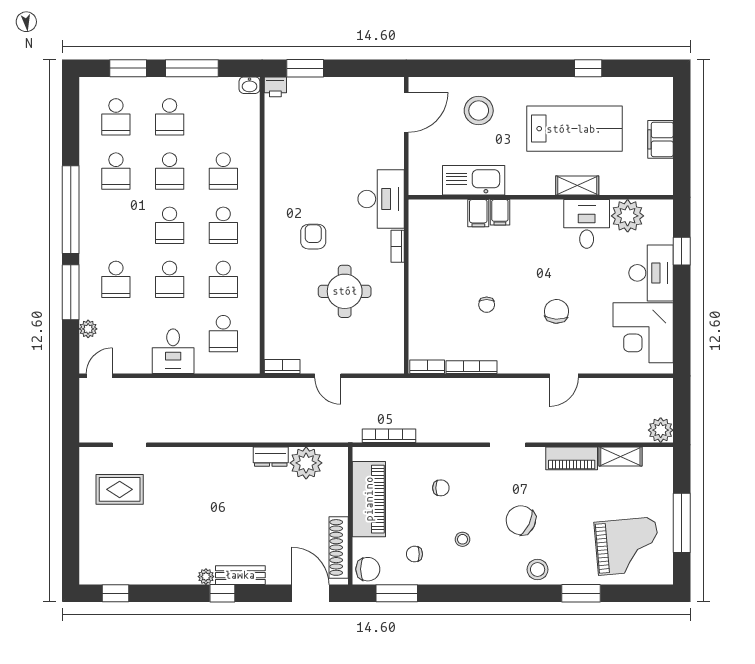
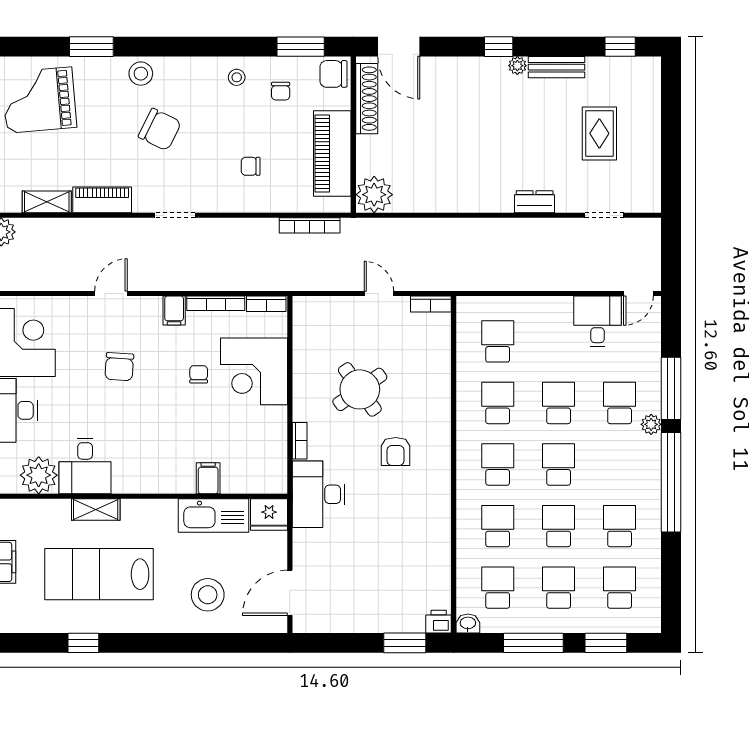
school desk: (223, 117) -> (498, 588), added
fridge: (425, 181) -> (269, 515), added
filing cabinet: (500, 212) -> (174, 310), moved, turned 180
round table: (345, 291) -> (360, 389), turned -35
corner desk: (438, 307) -> (254, 371), added
plant: (88, 329) -> (651, 424), moved
desk: (173, 351) -> (597, 321), moved
dresser: (271, 457) -> (535, 202), moved
plant: (306, 463) -> (374, 195), moved
rug: (120, 489) -> (599, 133), moved, turned 90
stool: (462, 539) -> (237, 77), moved
chair: (414, 554) -> (281, 91), turned 90
bench: (240, 575) -> (557, 67), moved

